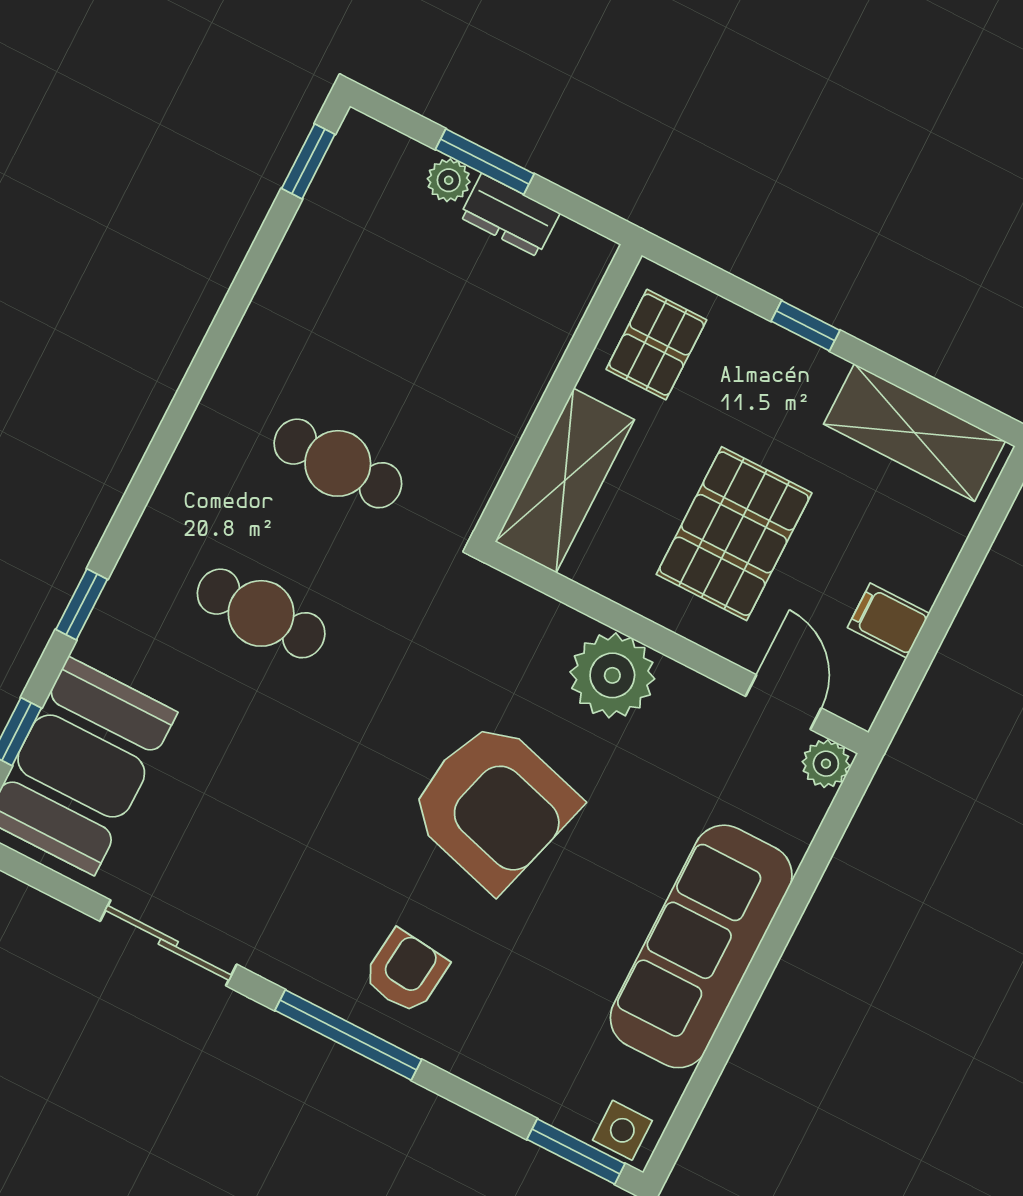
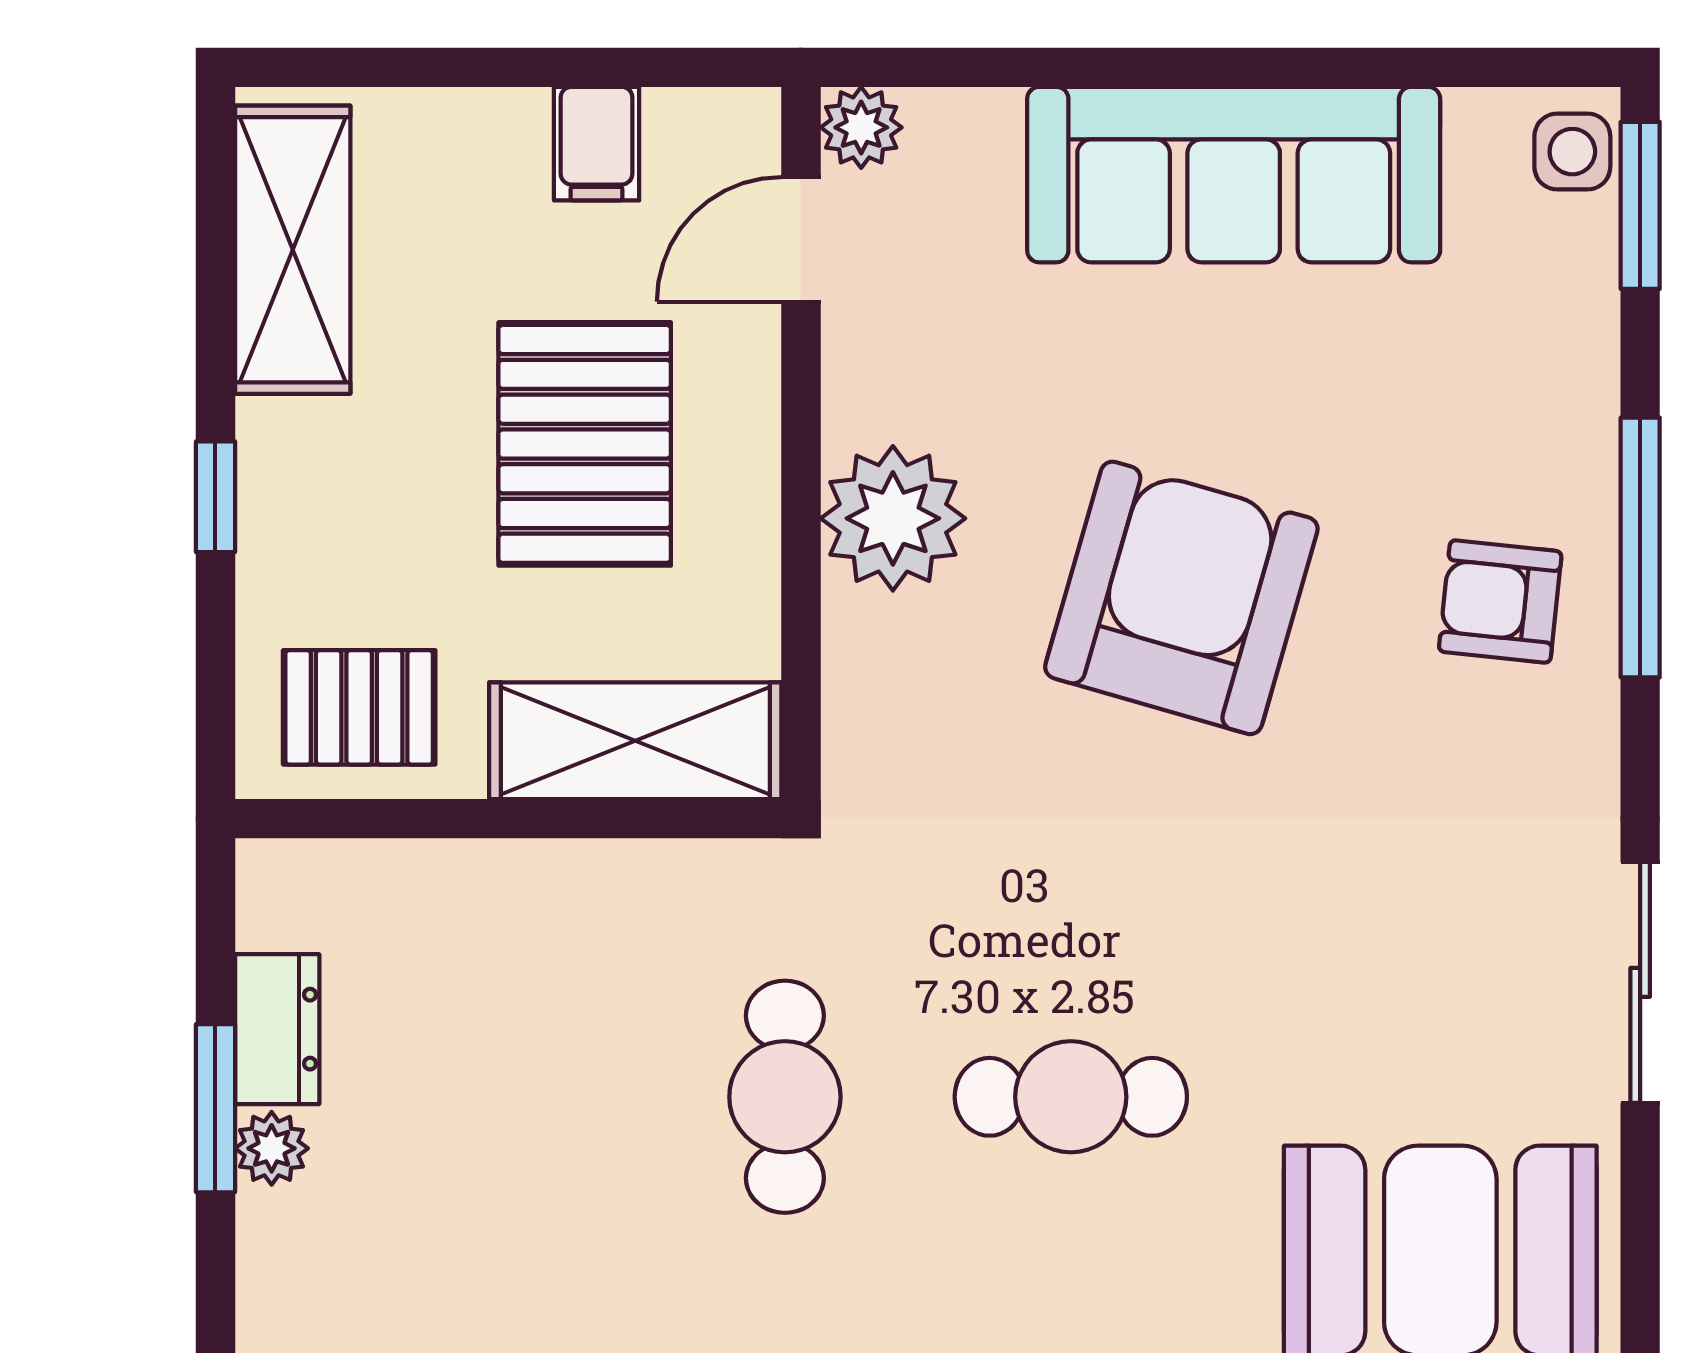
pallet: (734, 534) -> (585, 444), turned 90
cafe table: (261, 613) -> (1071, 1097), turned 90
window: (348, 1035) -> (1640, 548), moved

